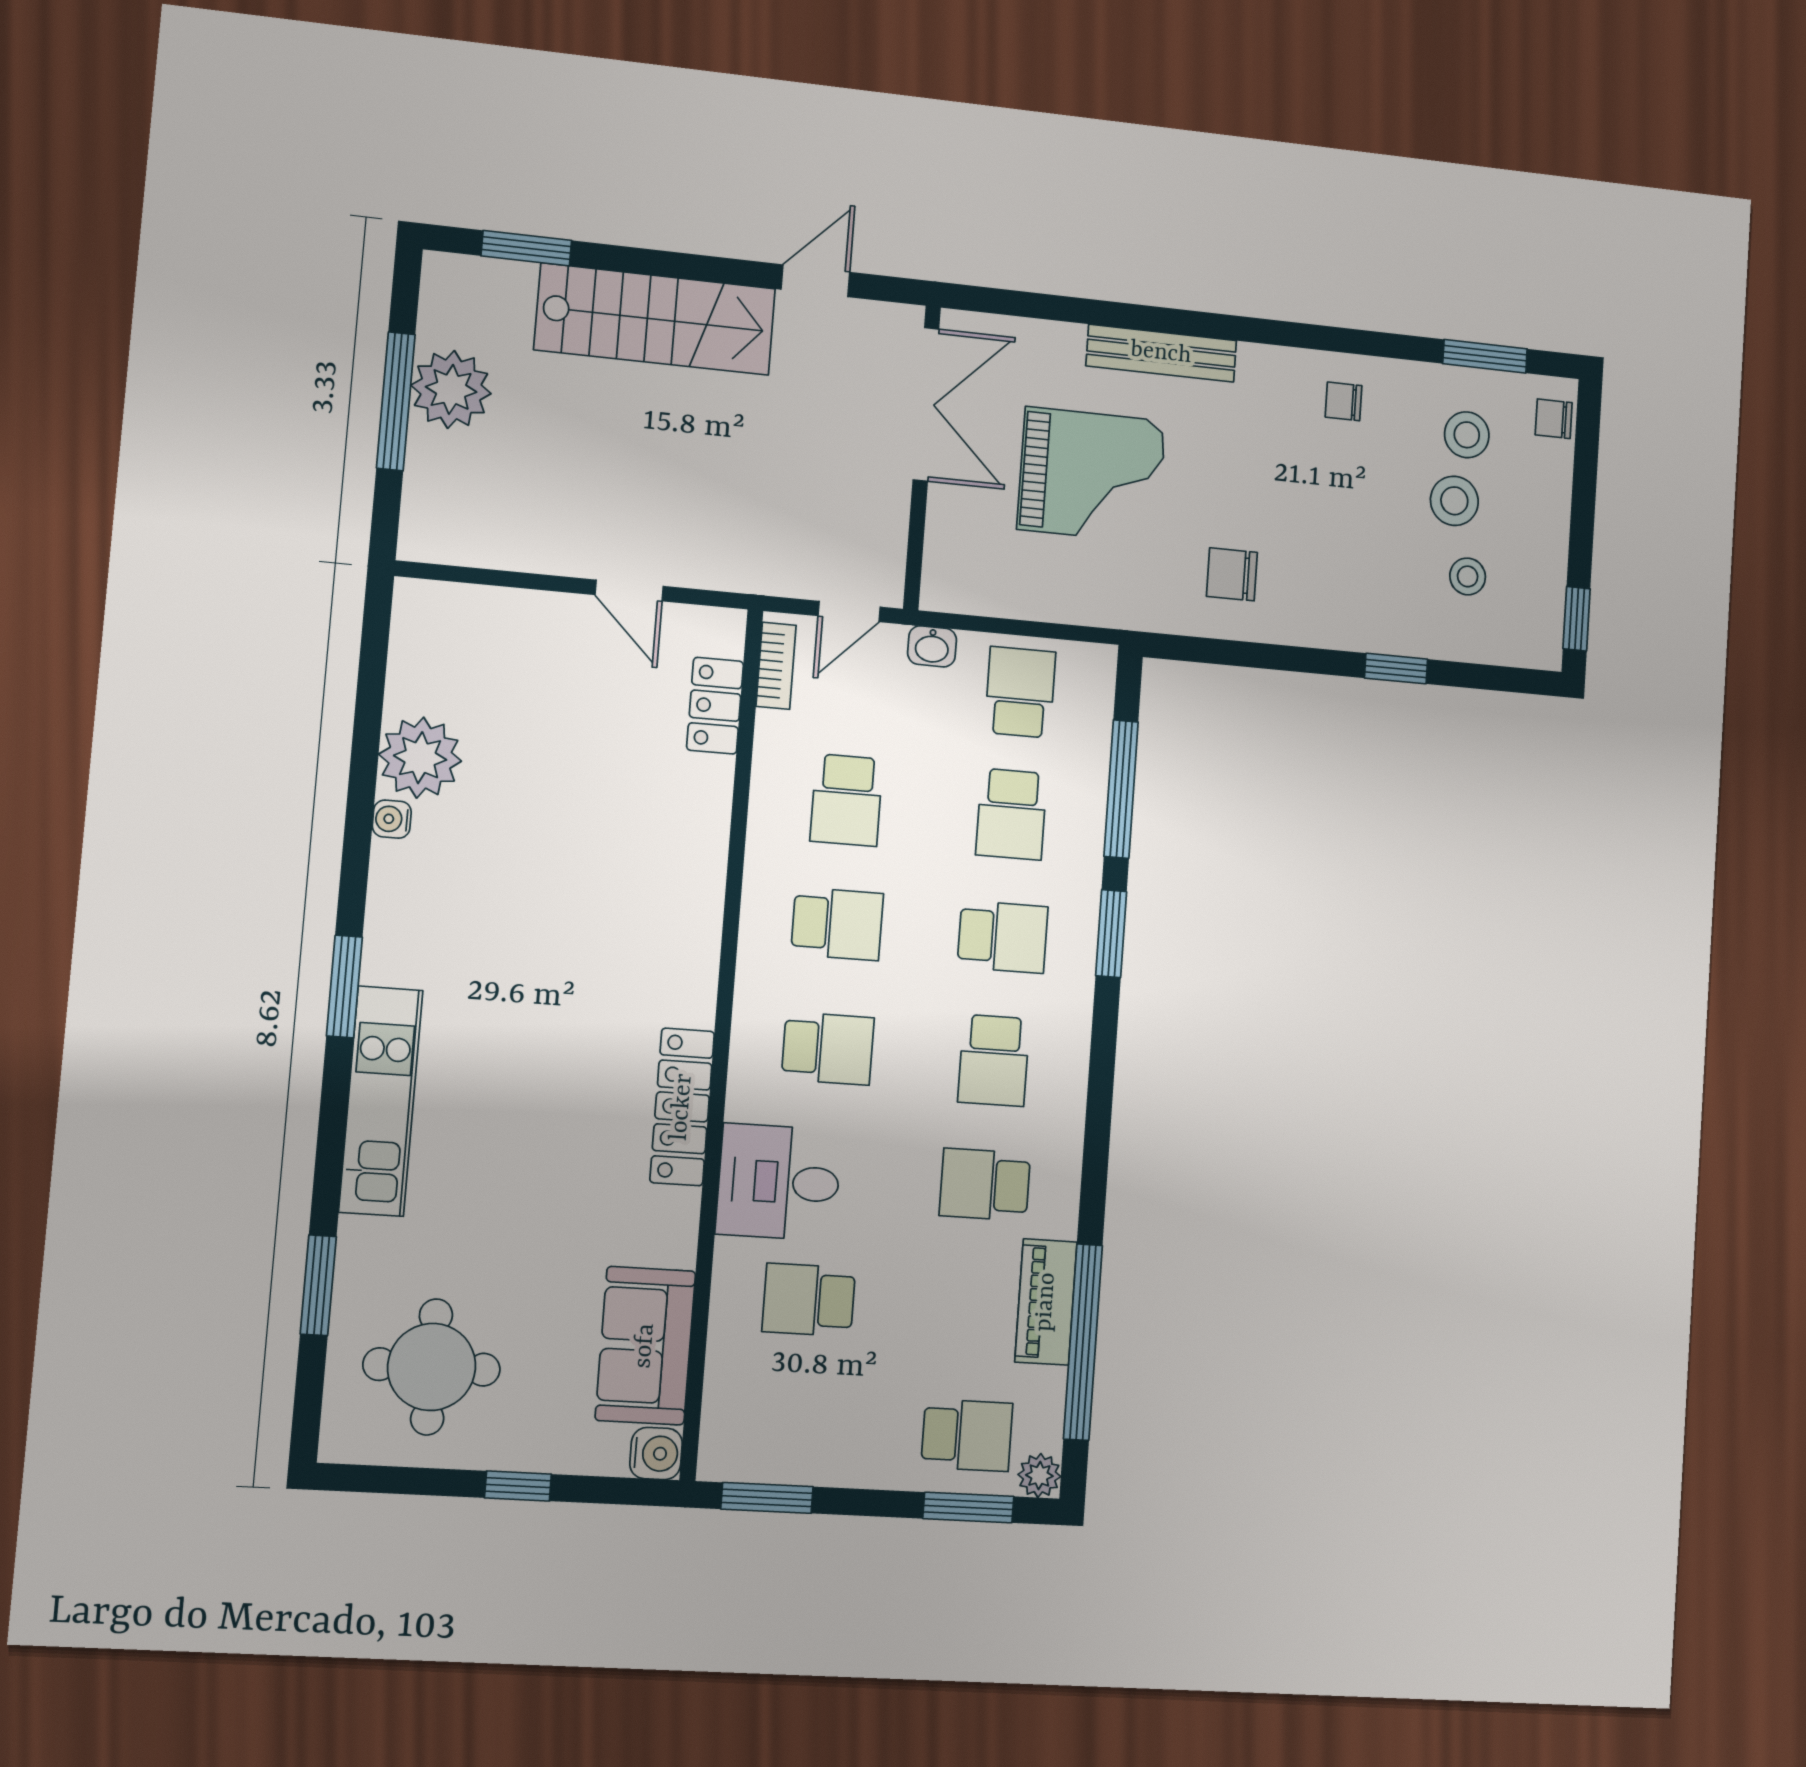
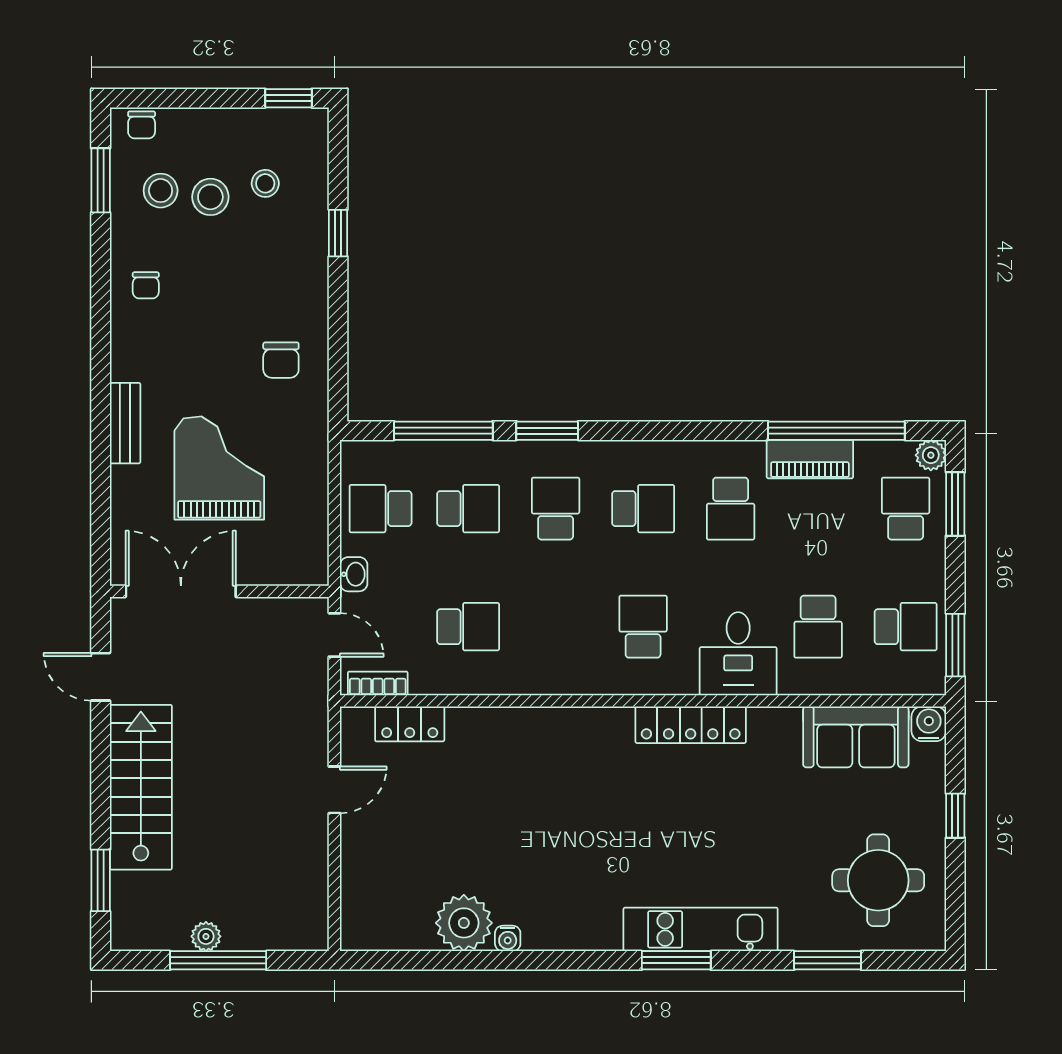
bench: (1161, 353) -> (125, 423), width x0.73
plant: (451, 389) -> (206, 936), width x0.53, depth x0.53
school desk: (837, 924) -> (906, 627), moved, turned 90
window: (344, 986) -> (676, 960), moved

